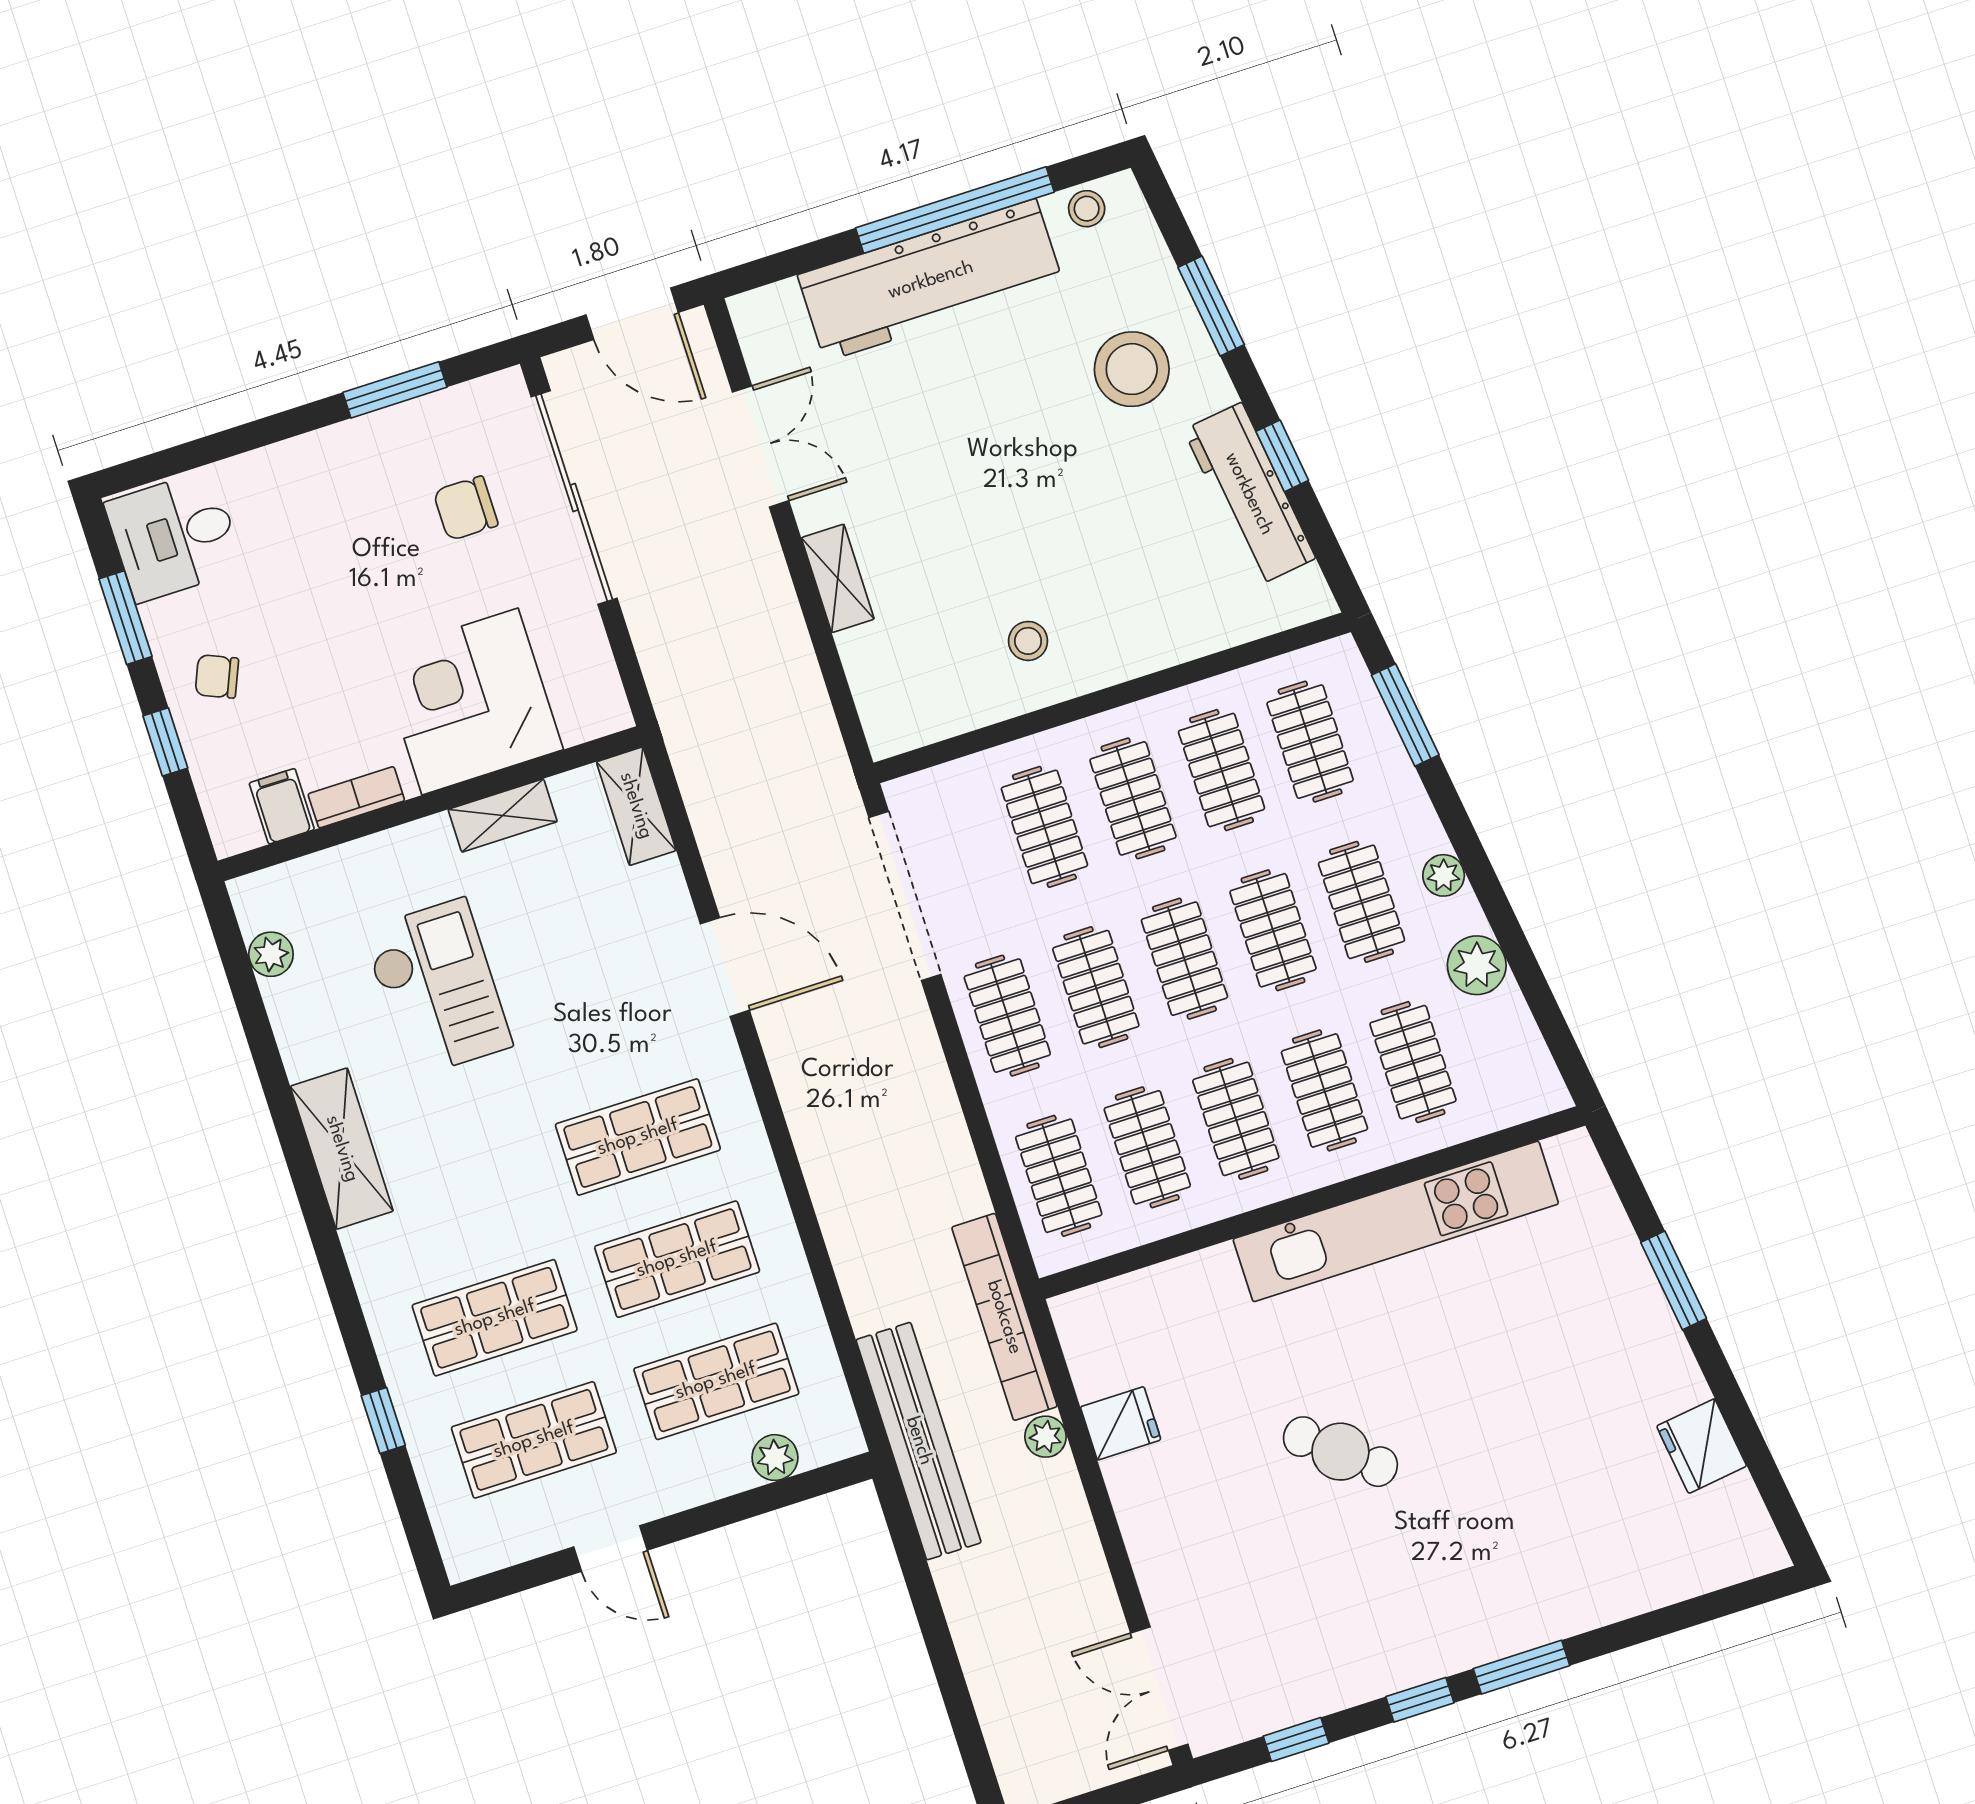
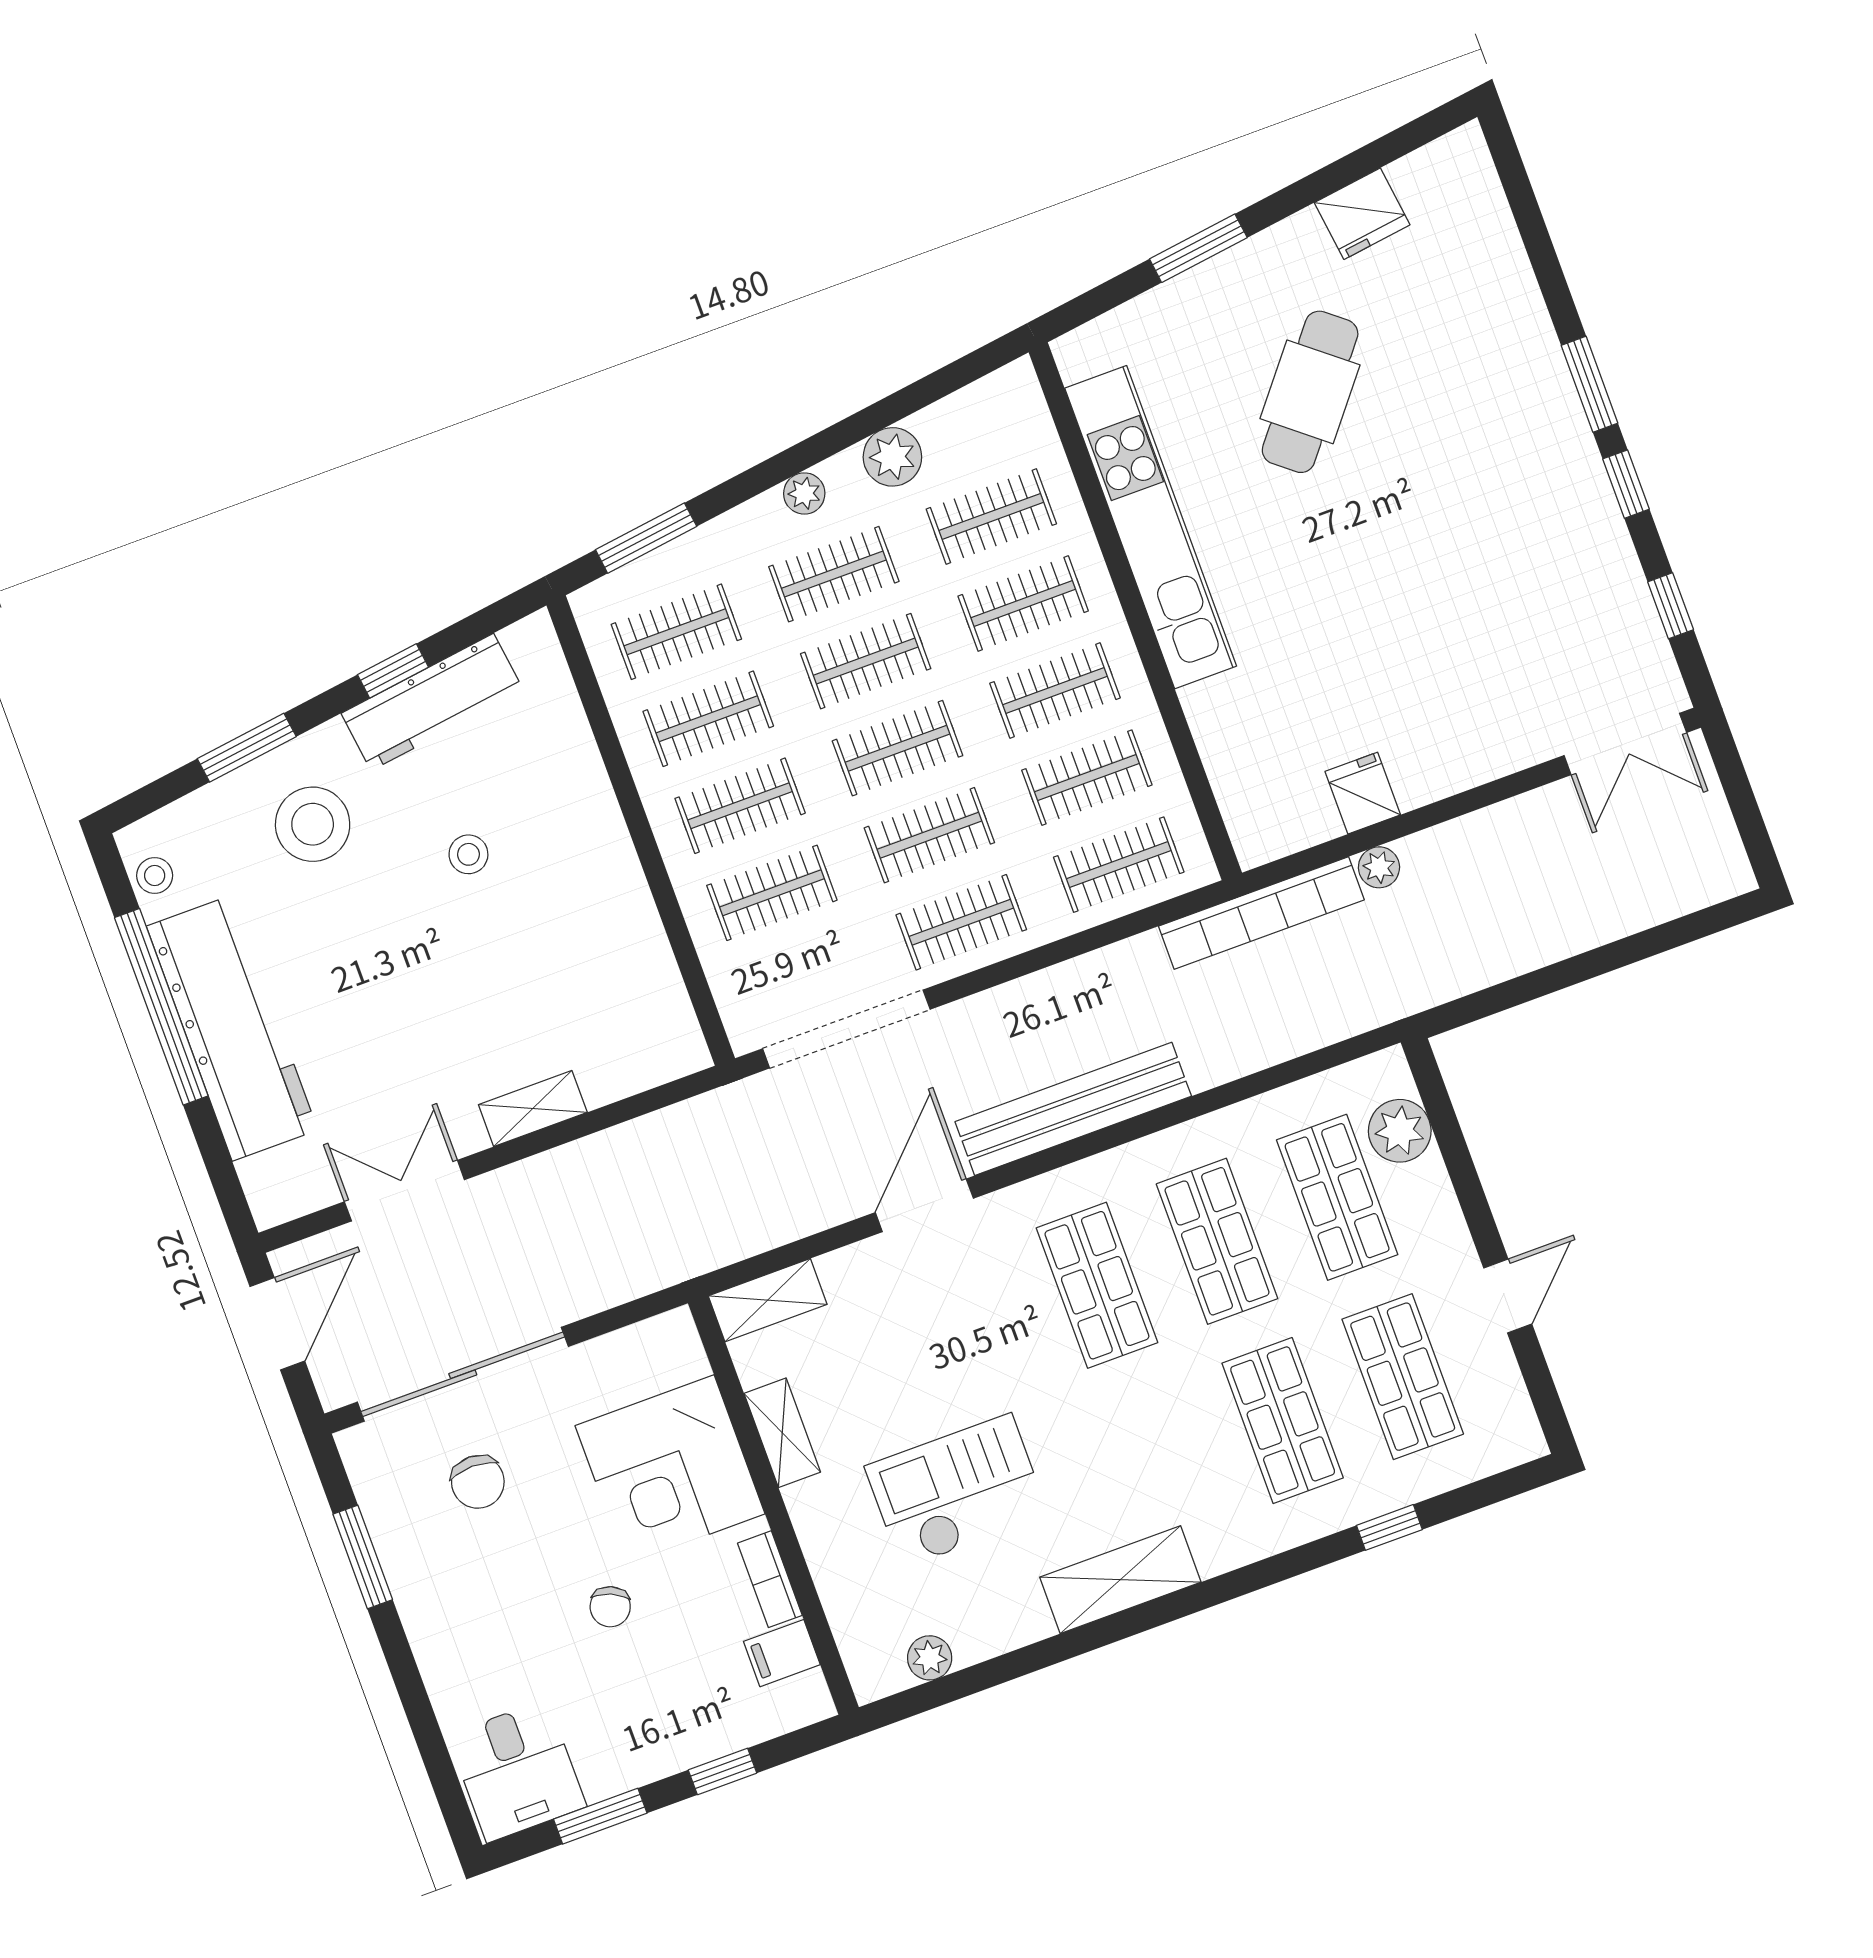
stool: (1028, 641) -> (468, 854), moved
chair: (217, 676) -> (610, 1607), moved
bench: (919, 1441) -> (1073, 1109), moved
cafe table: (1340, 1452) -> (1310, 392), moved, width x1.37, depth x1.35
plant: (775, 1458) -> (1400, 1131), width x1.38, depth x1.38

